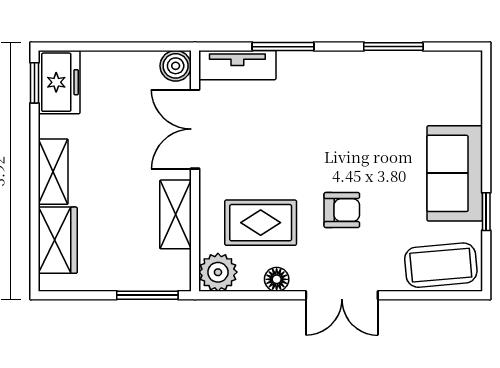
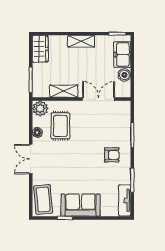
tv unit: (237, 65) -> (125, 200), moved
boiler: (176, 66) -> (124, 75), moved
freezer: (59, 82) -> (122, 55), moved, turned 90
armchair: (342, 210) -> (112, 155), moved, turned -90
wardrobe: (58, 240) -> (40, 49), moved, turned -90

